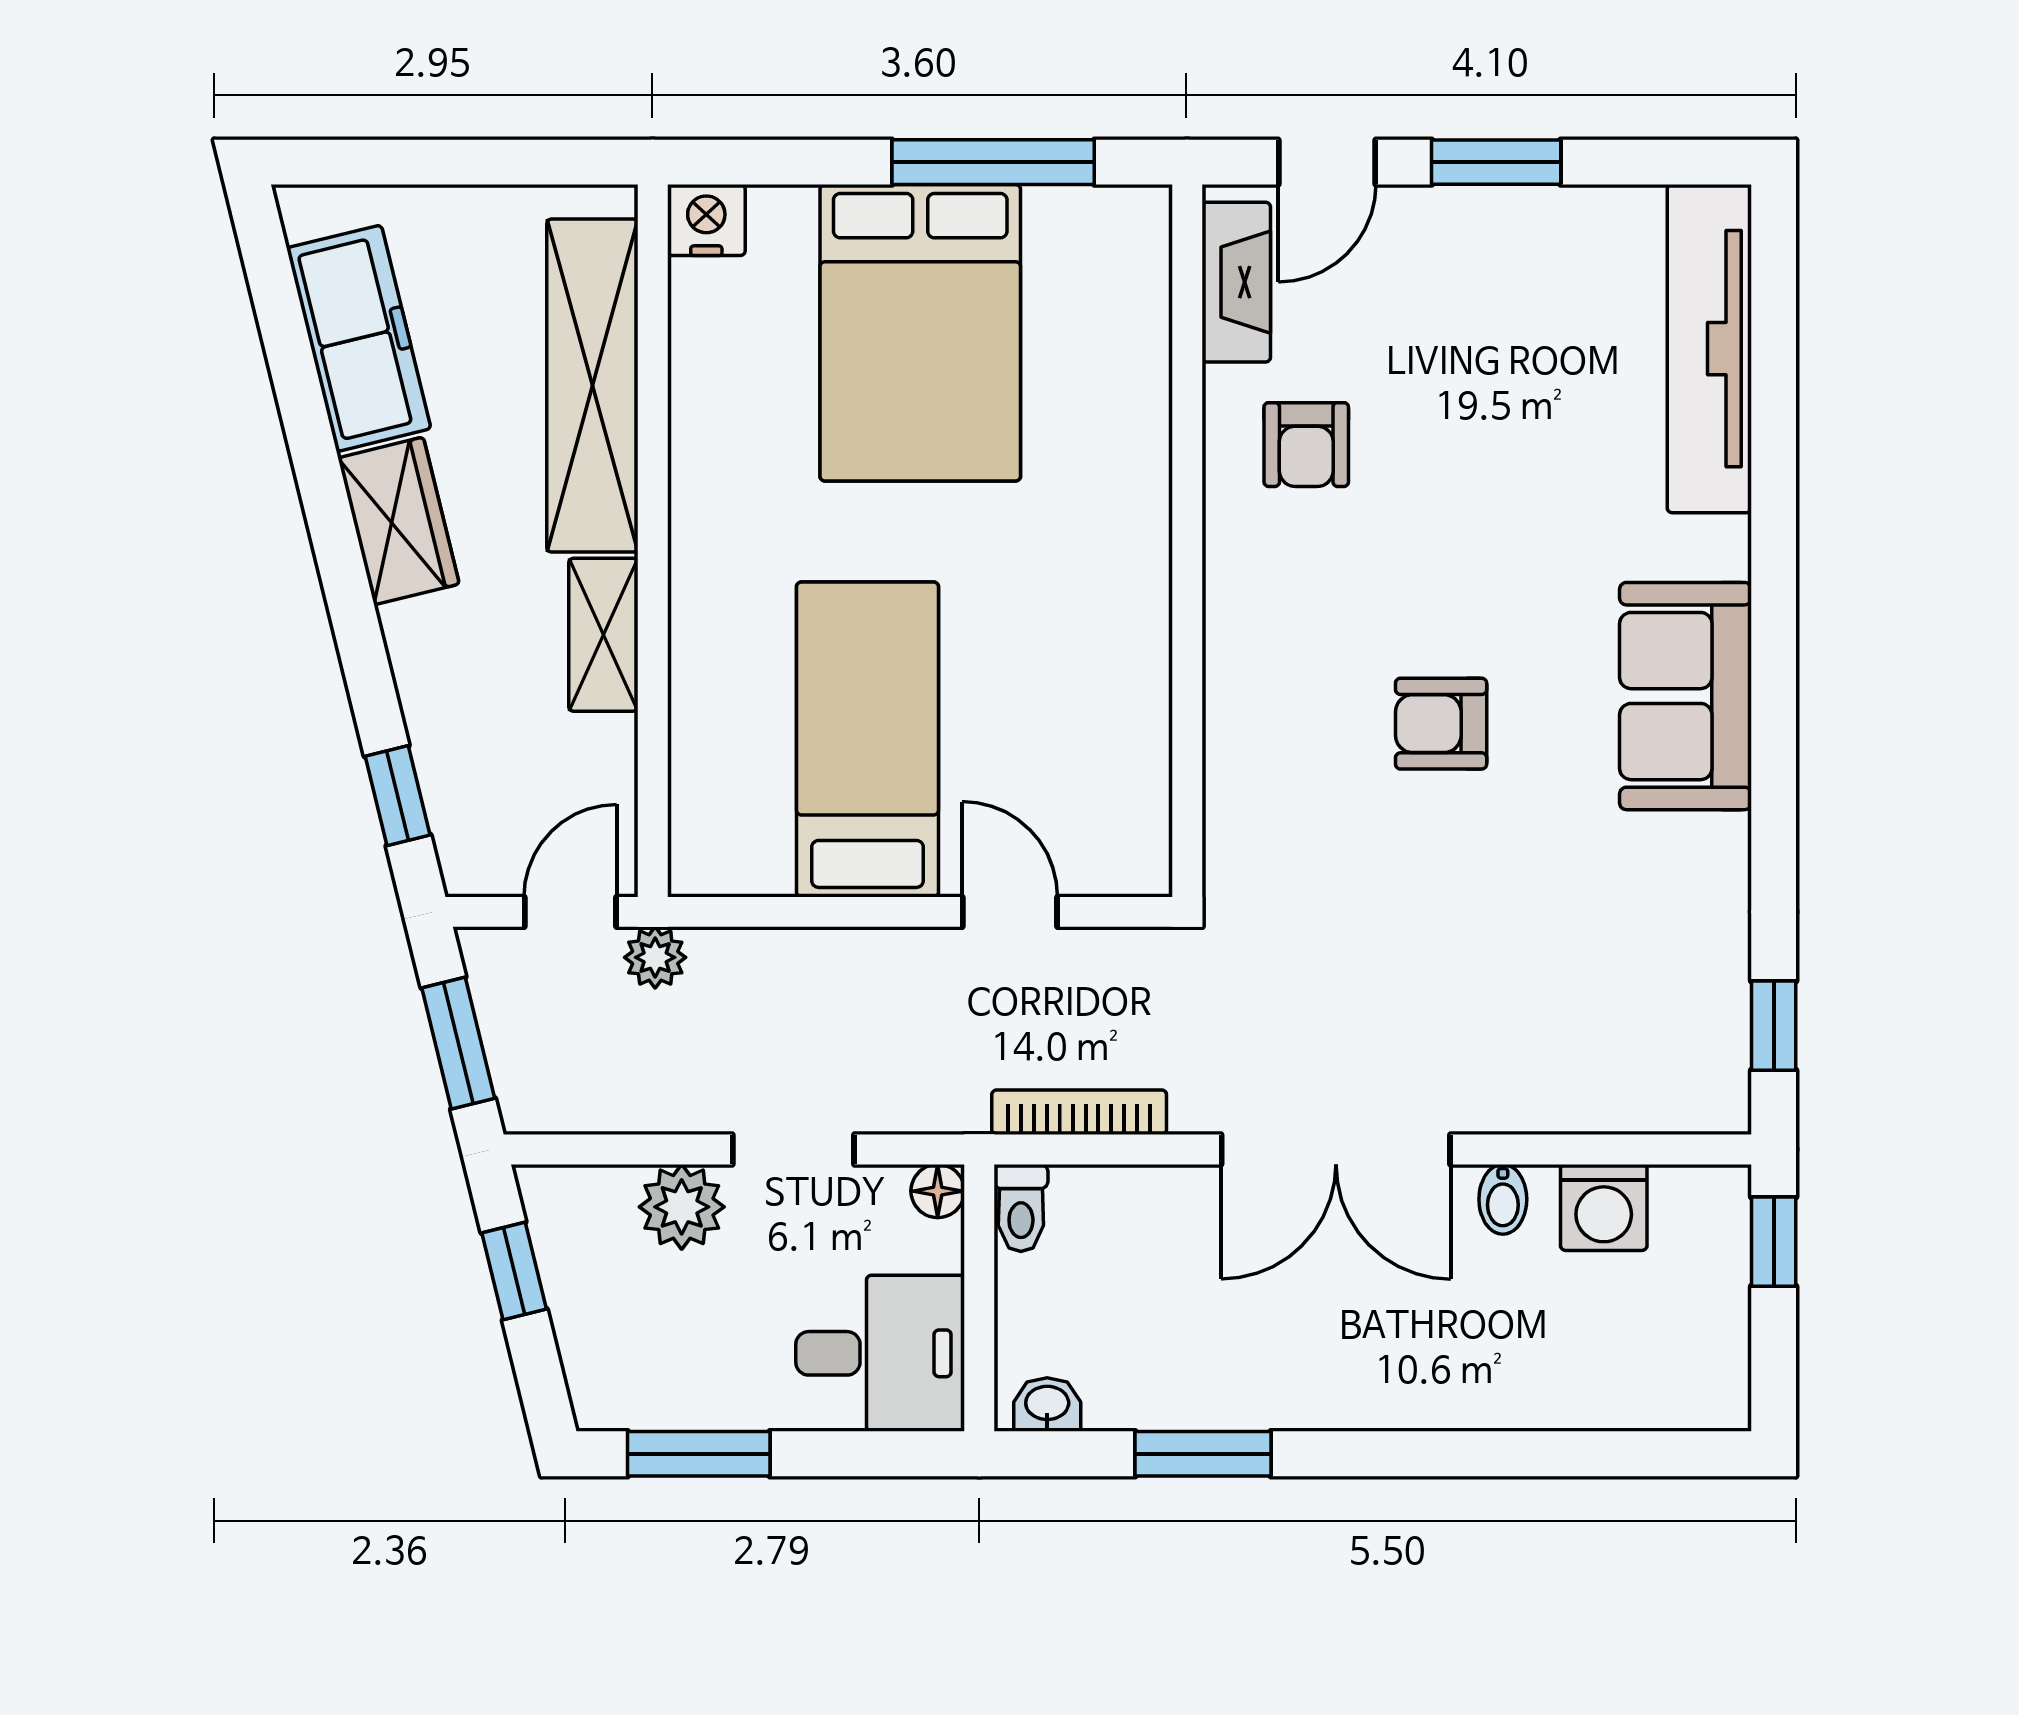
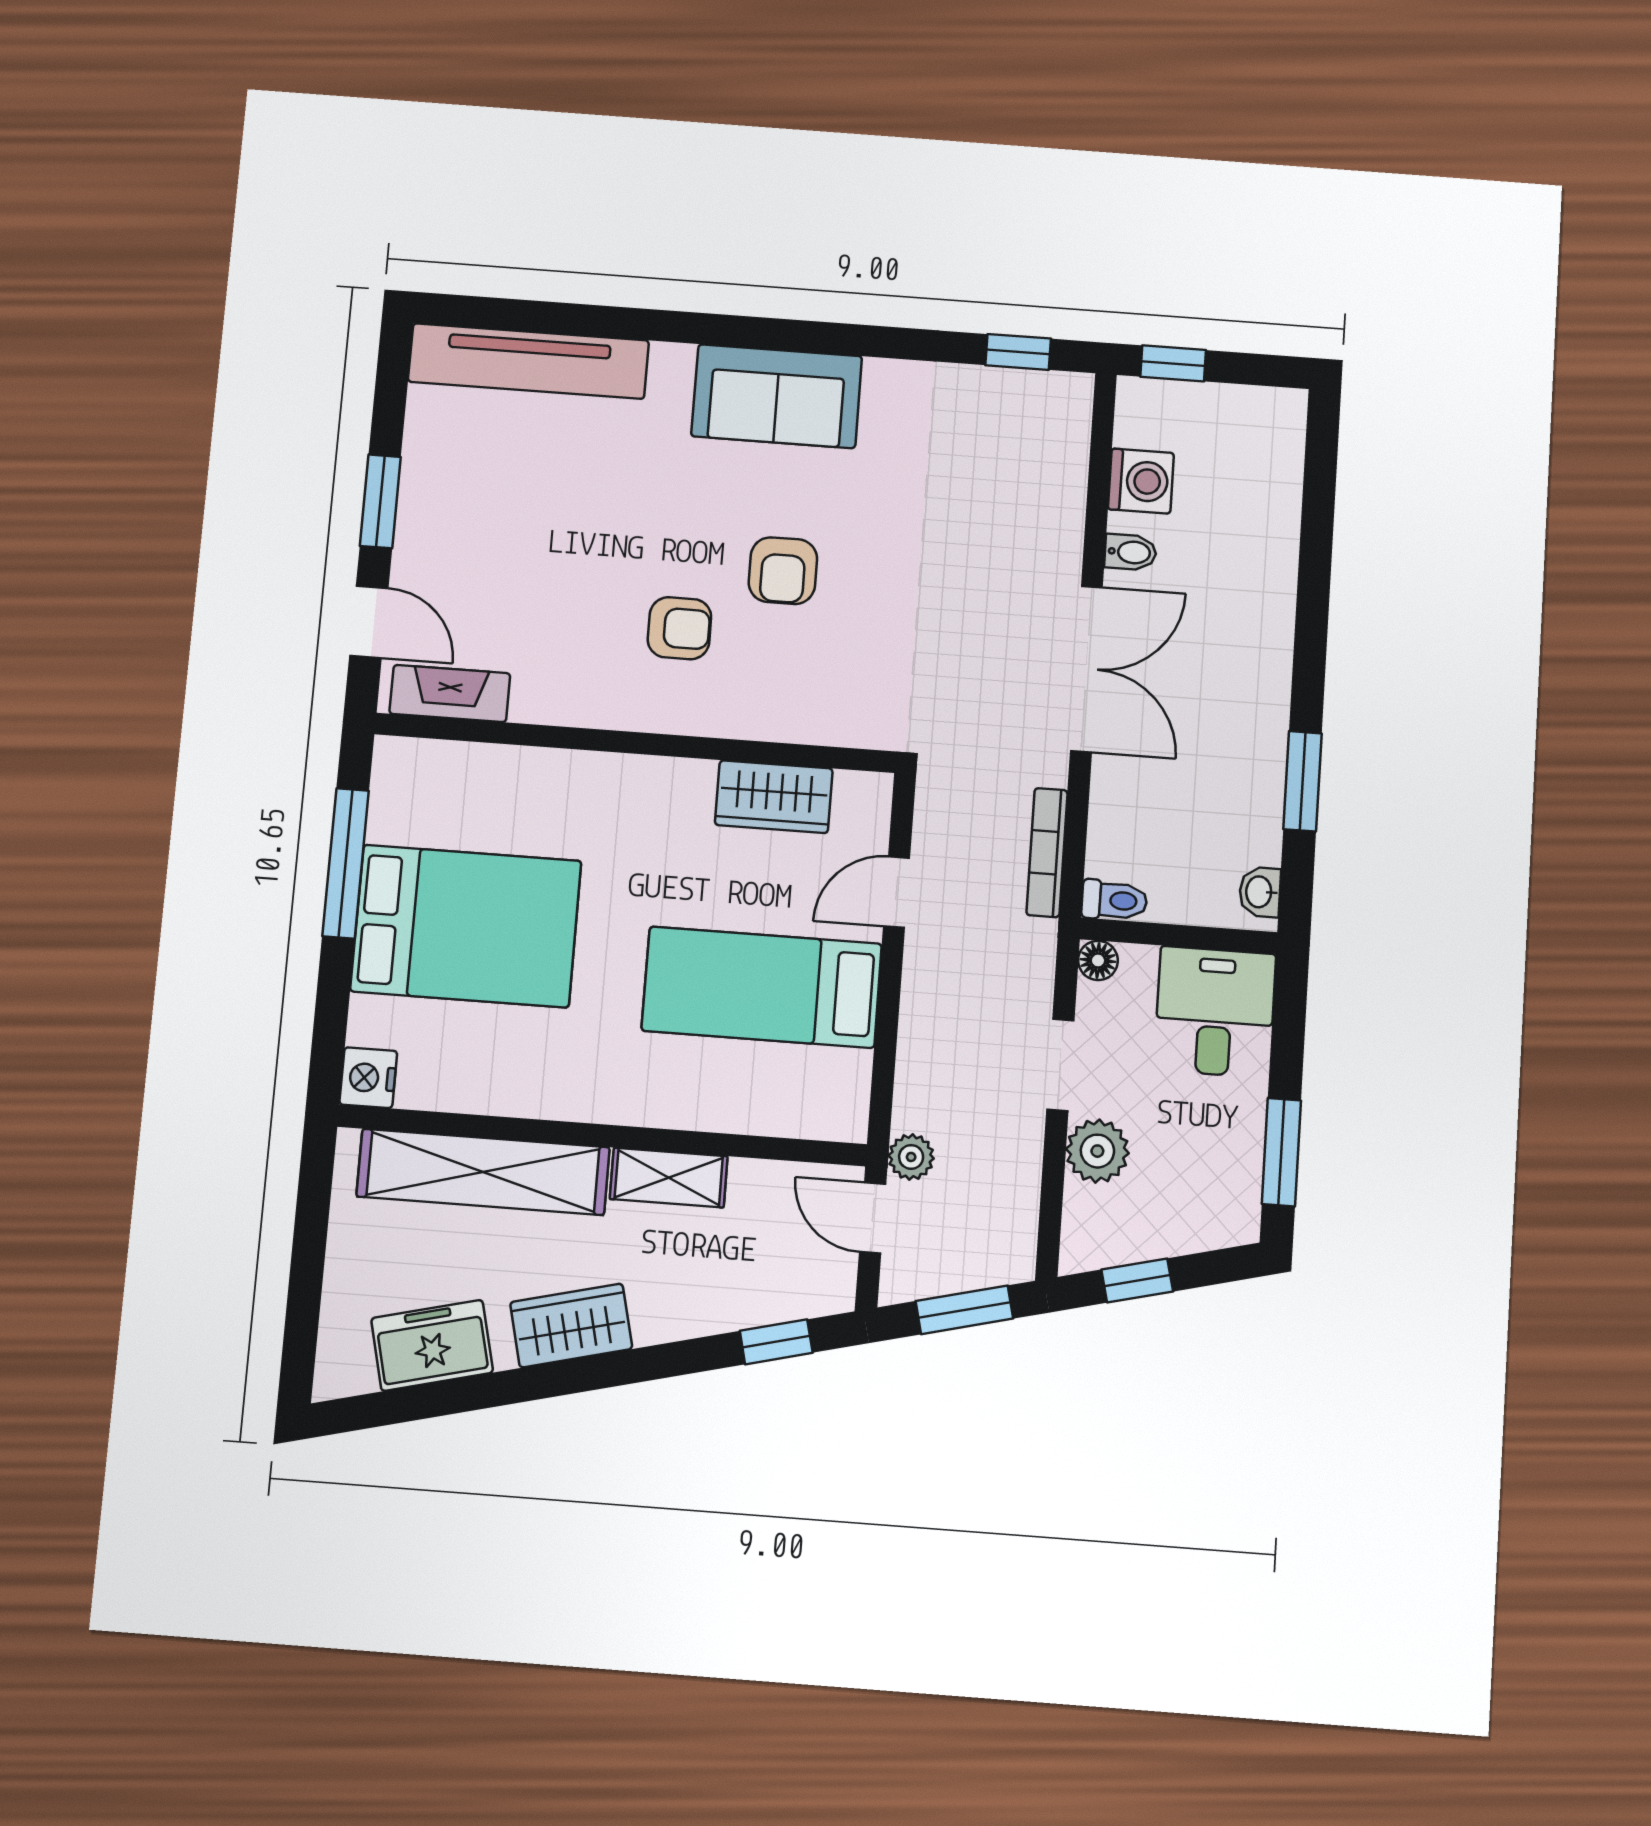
freezer: (359, 338) -> (432, 1345), width x0.71
armchair: (1306, 445) -> (679, 628), moved
wardrobe: (1128, 735) -> (774, 797), added

